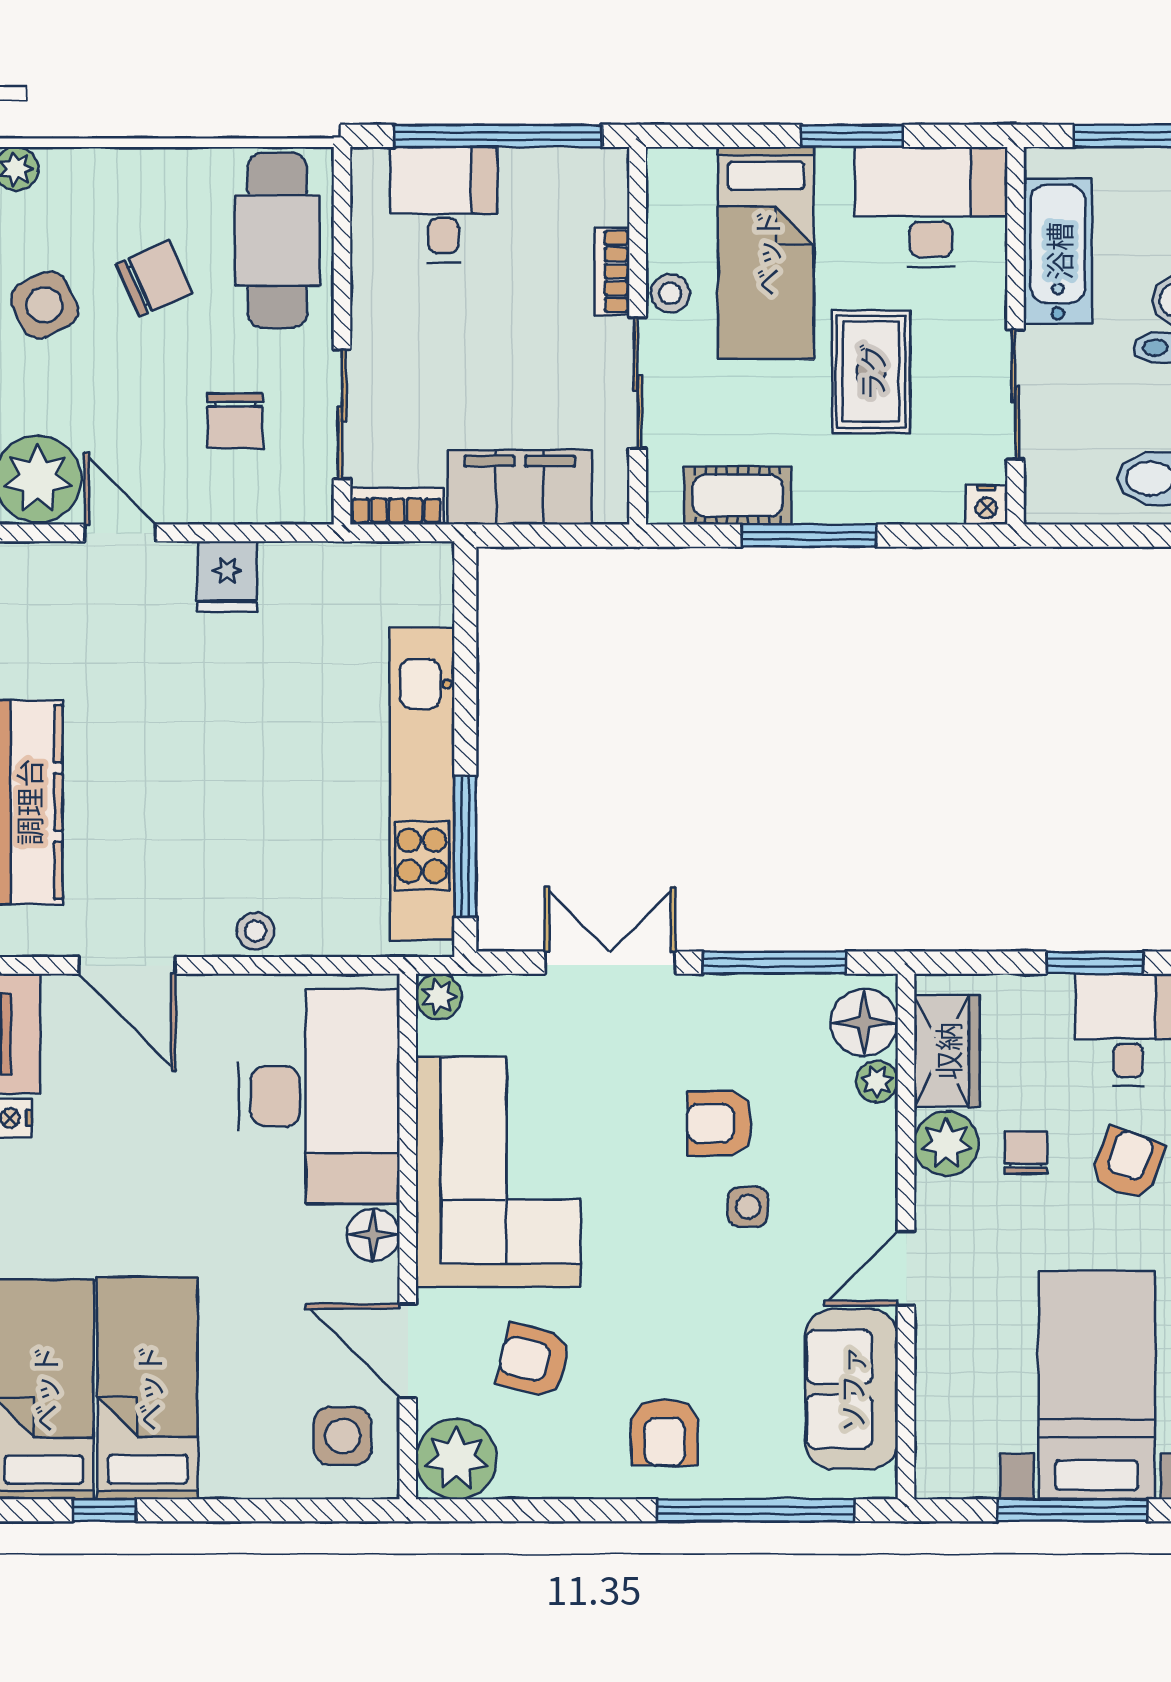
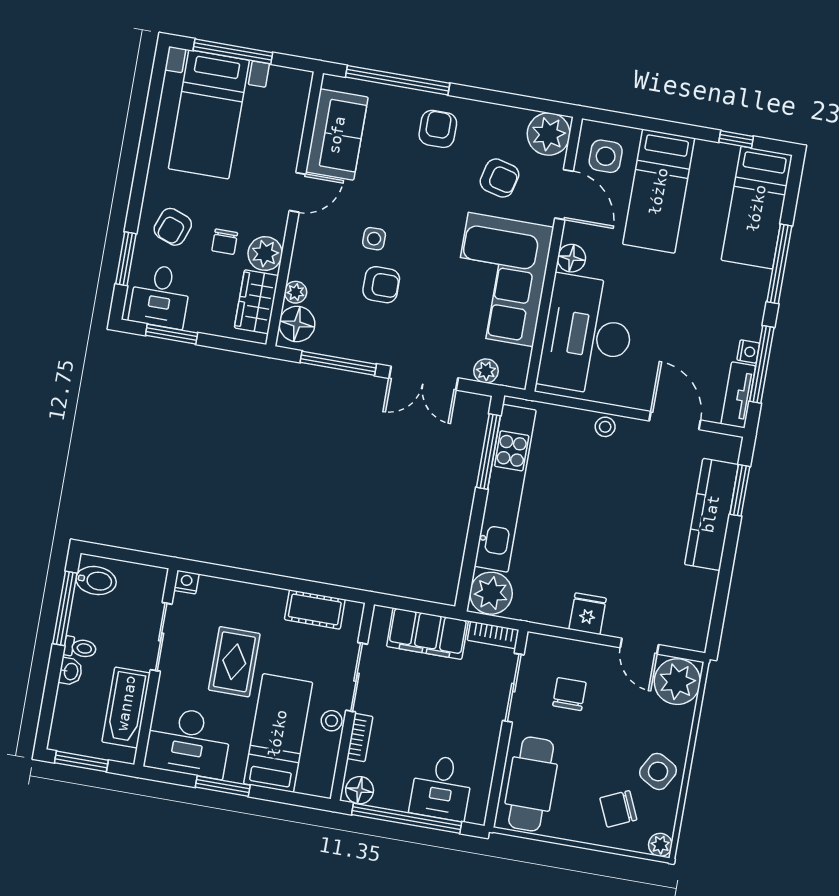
floor lamp: (595, 173) -> (360, 790), added
chair: (154, 278) -> (618, 809), moved
side table: (44, 305) -> (658, 771), turned -34
window: (809, 536) -> (281, 582), removed
plant: (414, 583) -> (491, 593), added
plant: (439, 997) -> (486, 371), moved
bed: (148, 1388) -> (659, 191), moved

